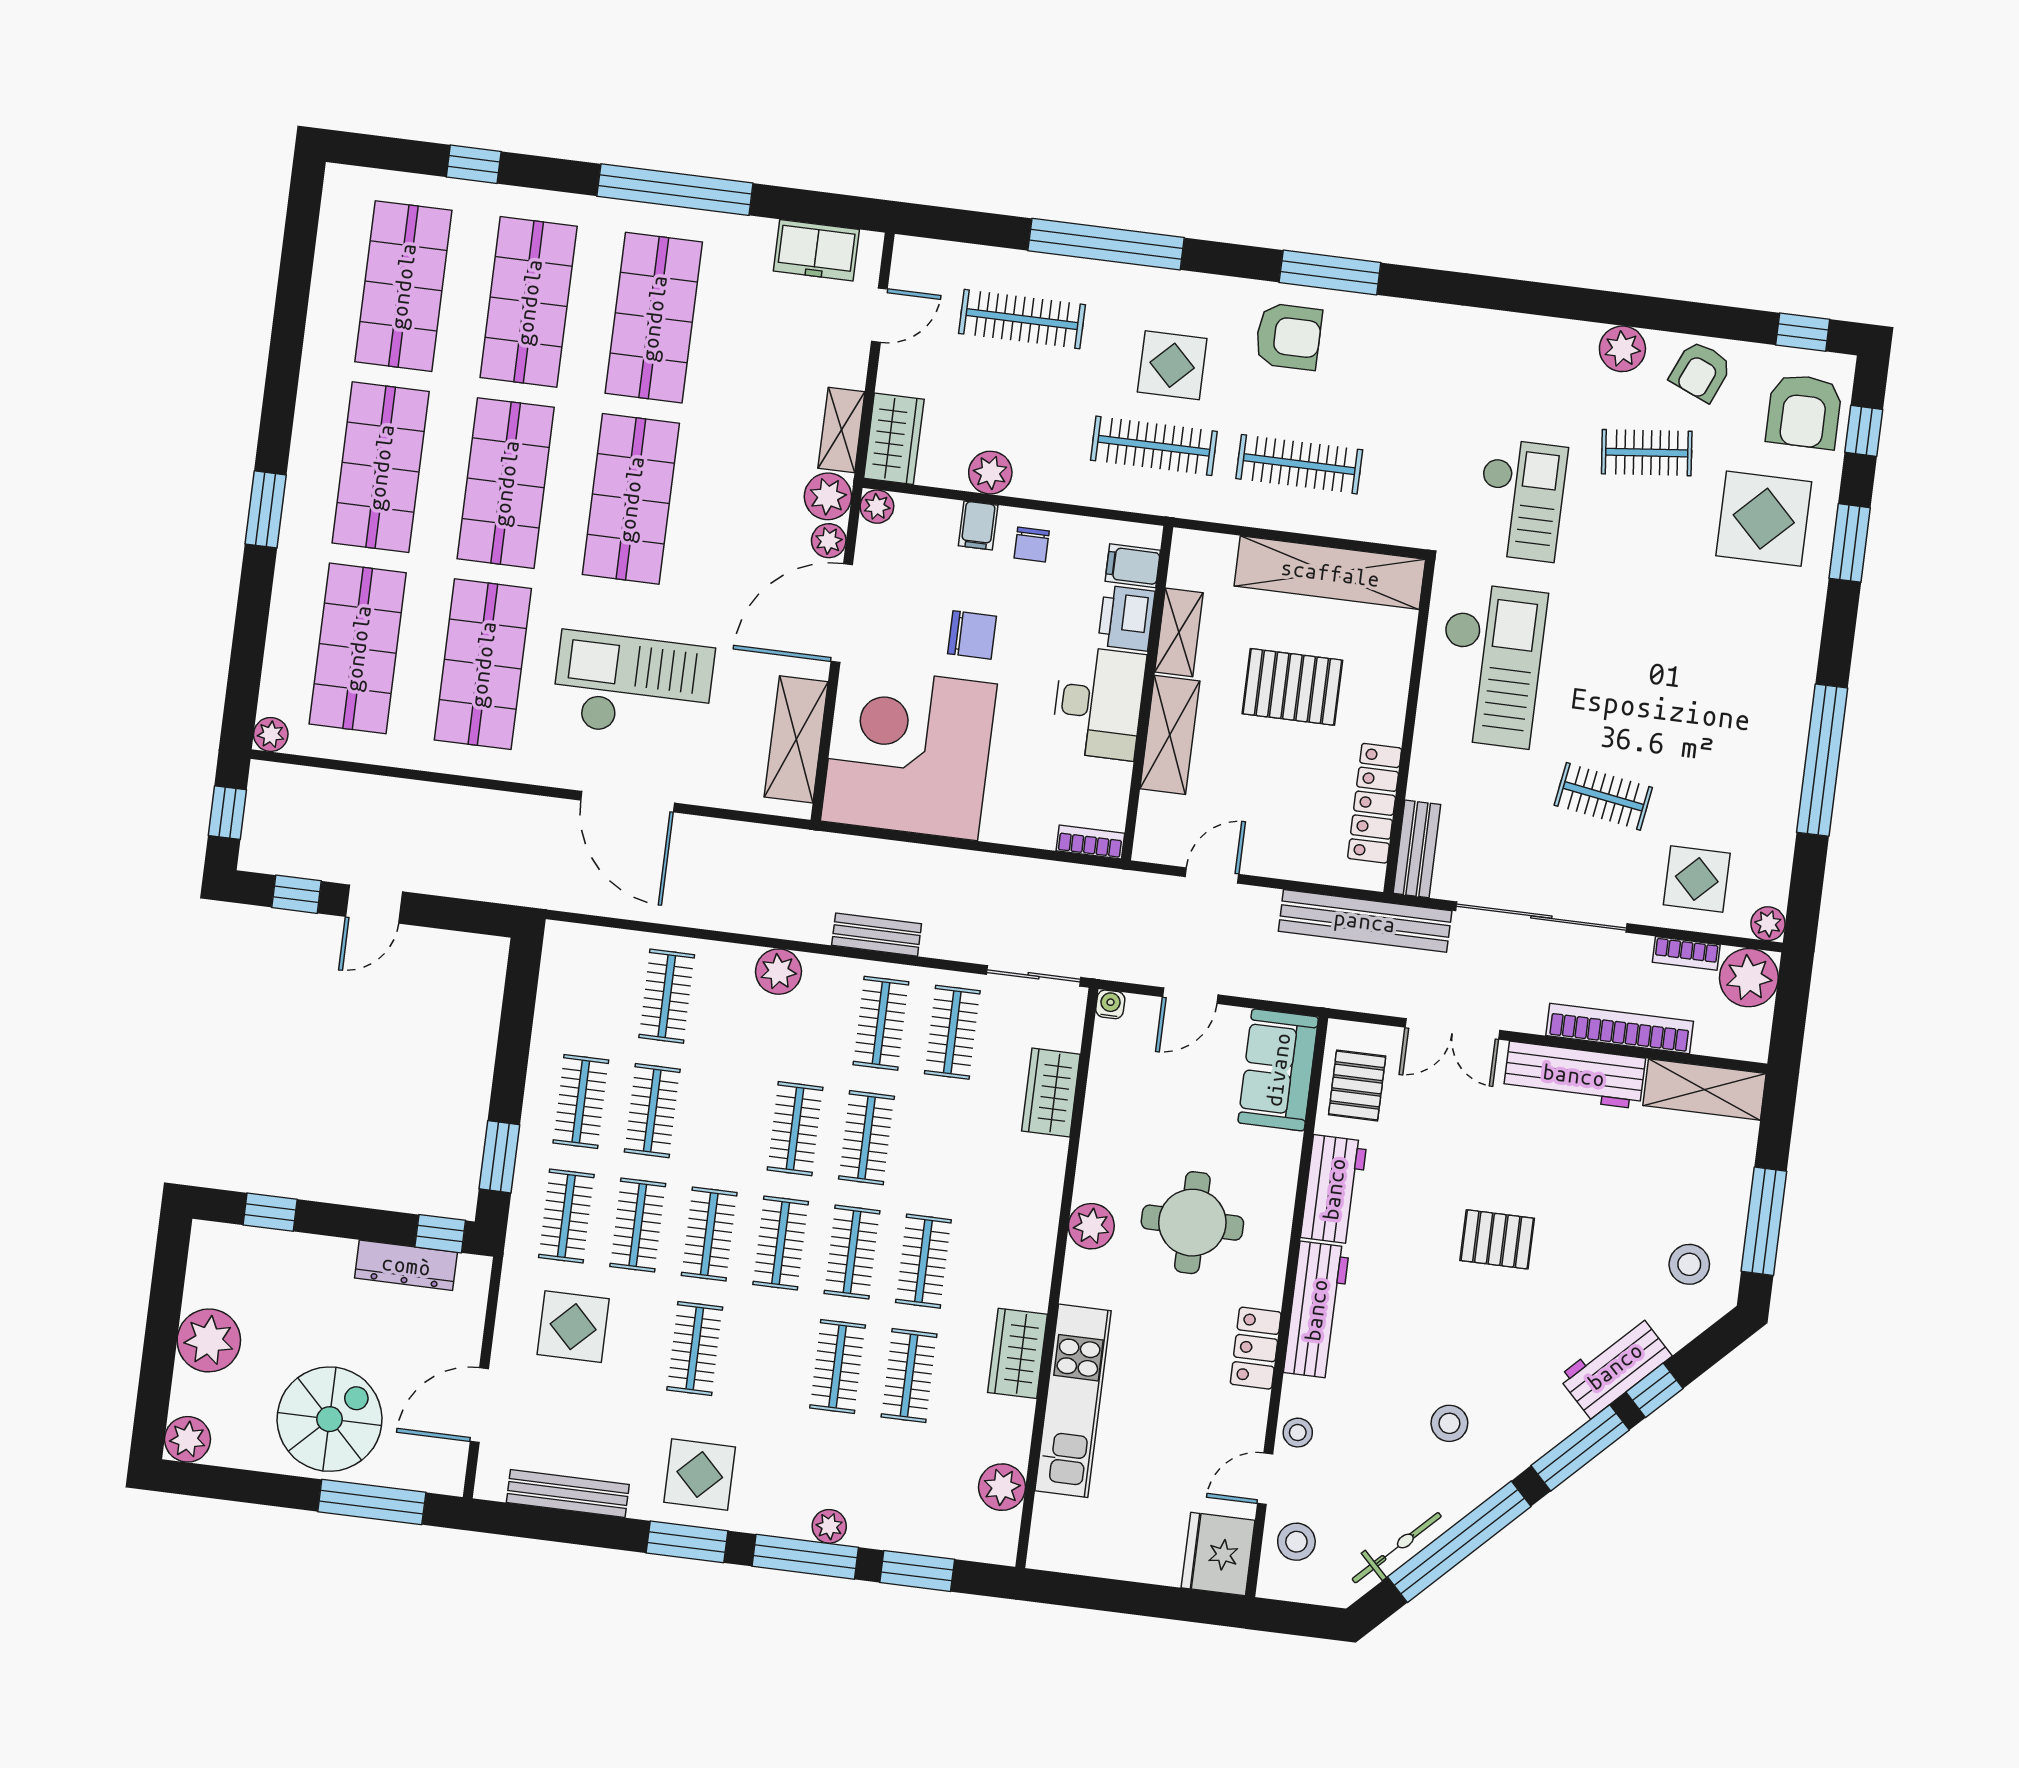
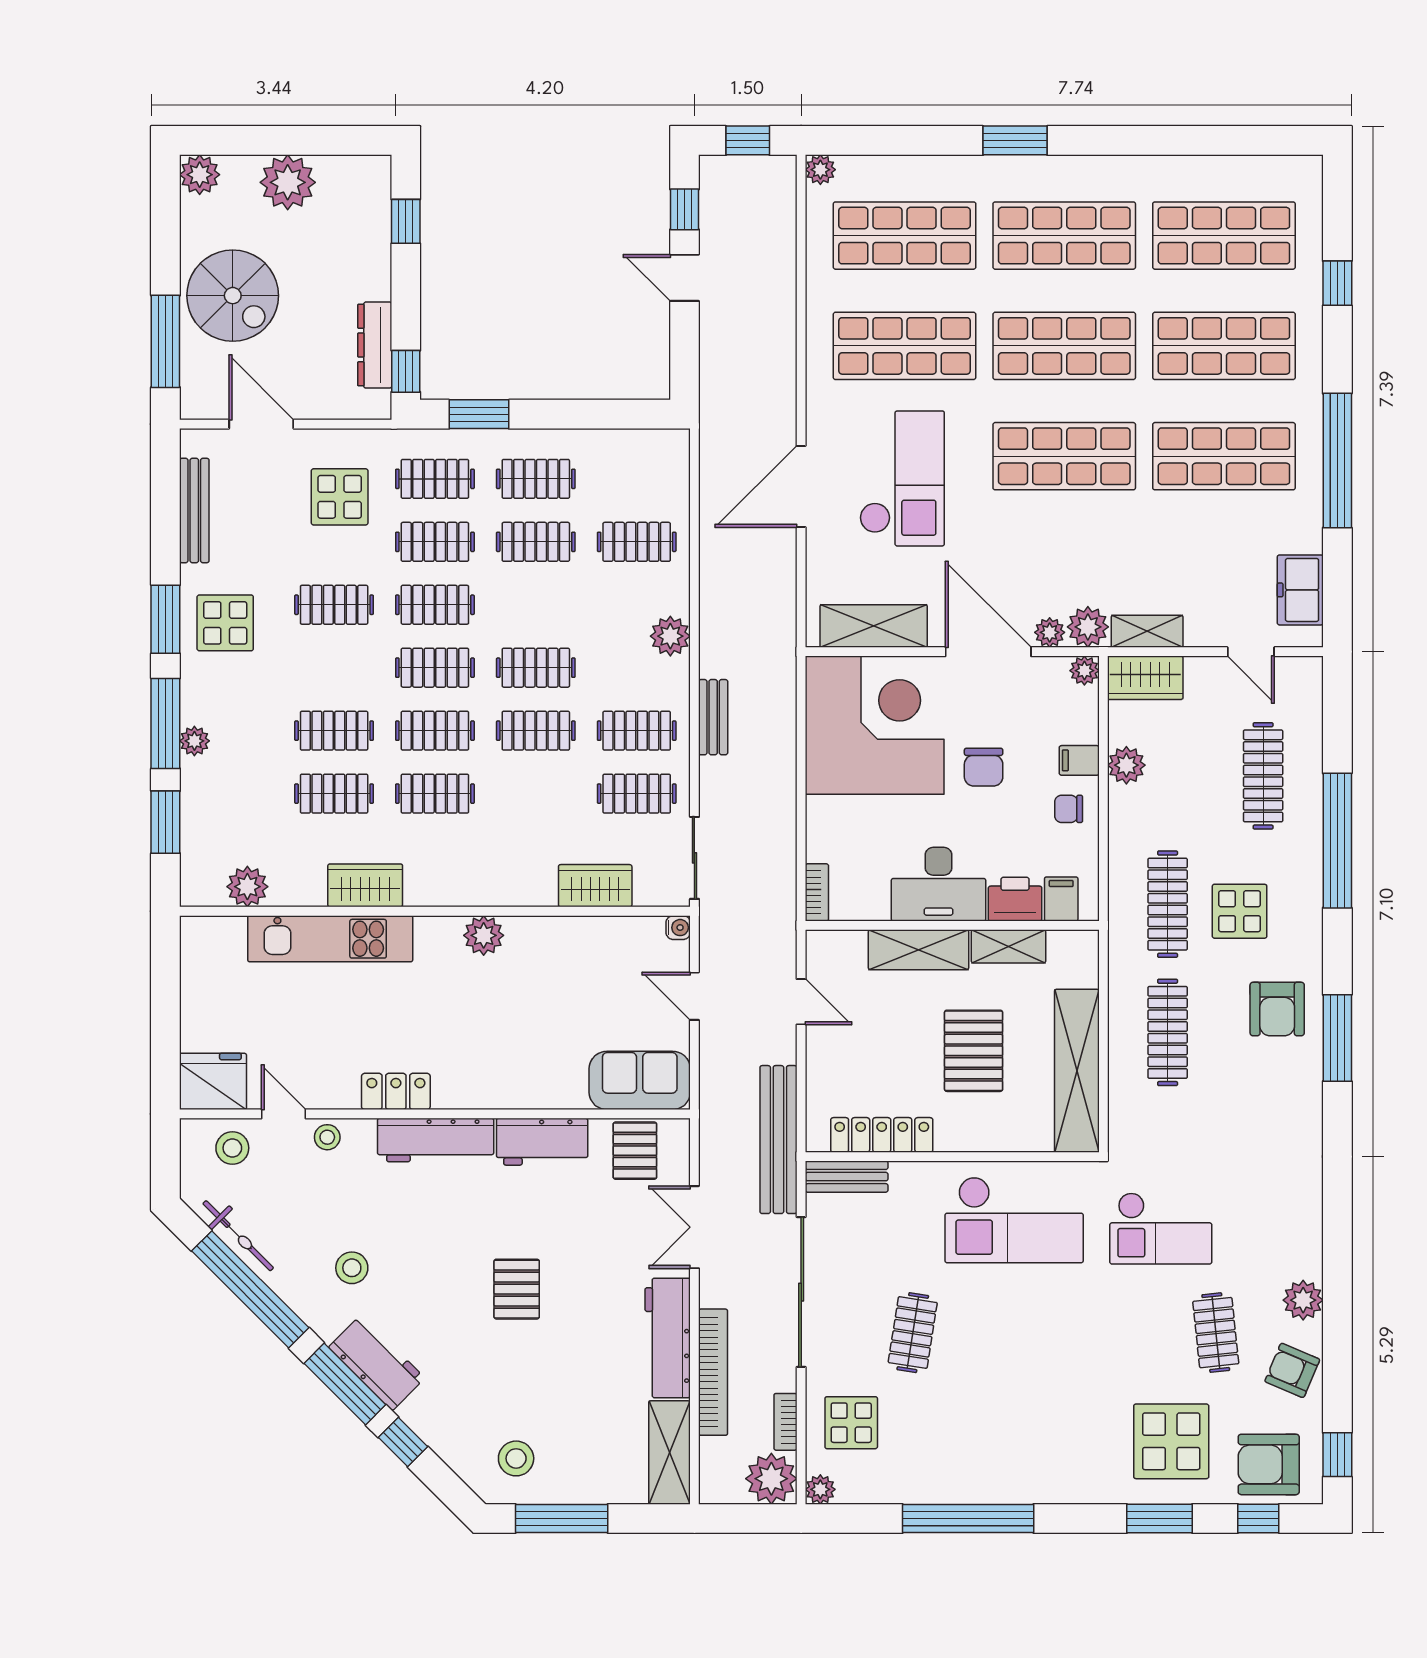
pallet: (1357, 1085) -> (635, 1151), turned 90
round table: (1192, 1223) -> (498, 1023), removed
workbench: (1615, 1366) -> (377, 1363), moved

